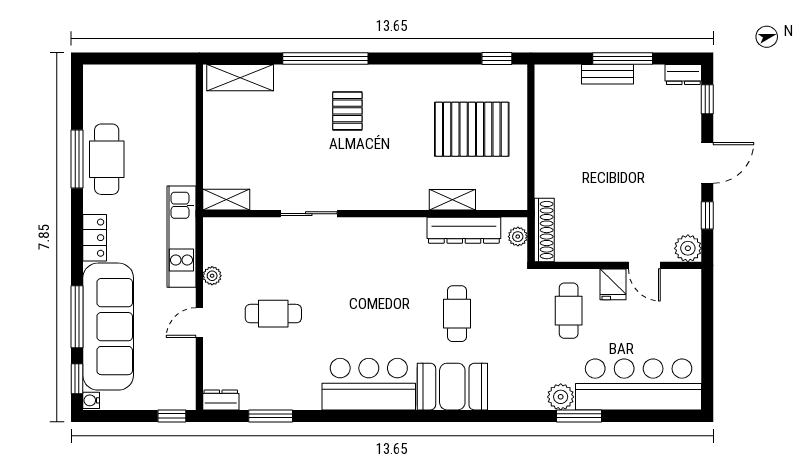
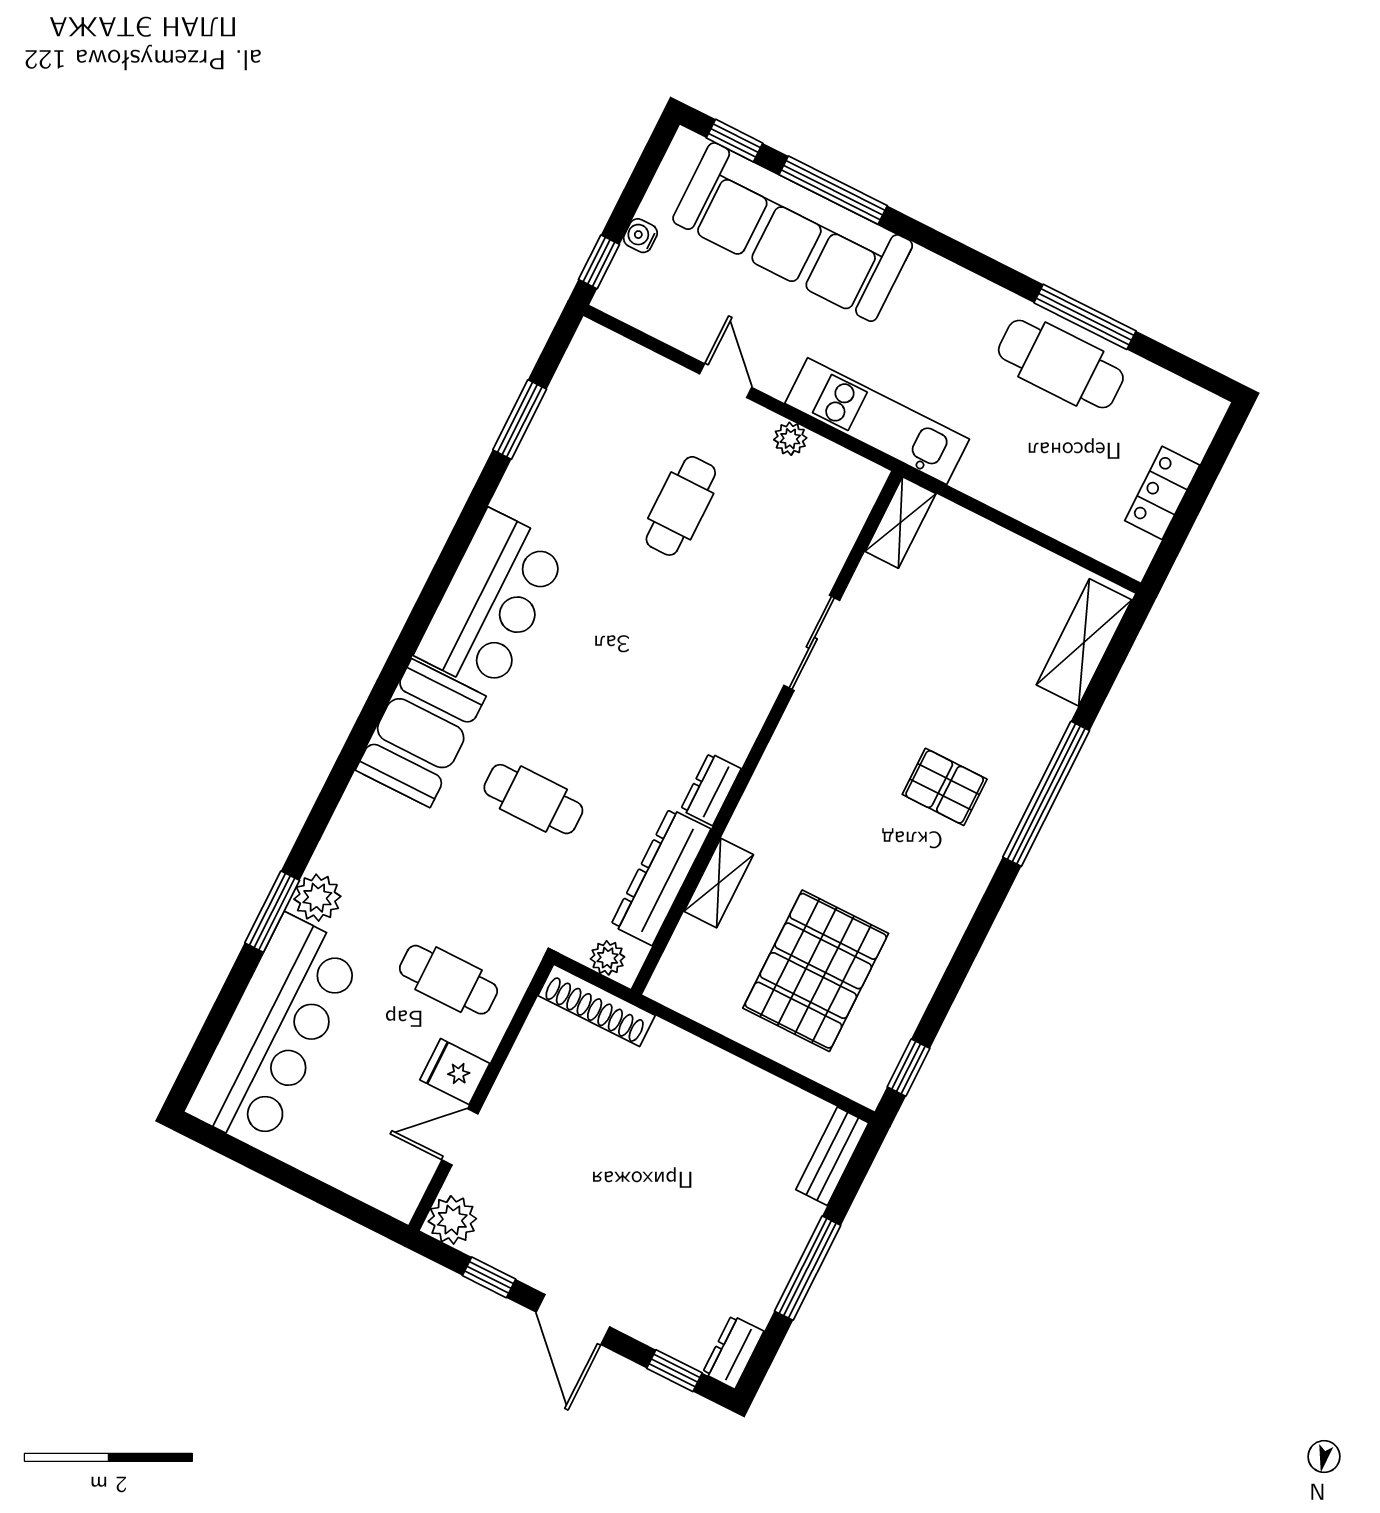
bench: (608, 74) -> (832, 1156), moved
locker: (95, 238) -> (1162, 493), moved, turned 90
water cooler: (91, 400) -> (640, 236), moved, turned -90
dresser: (221, 400) -> (711, 789), moved, turned 180

